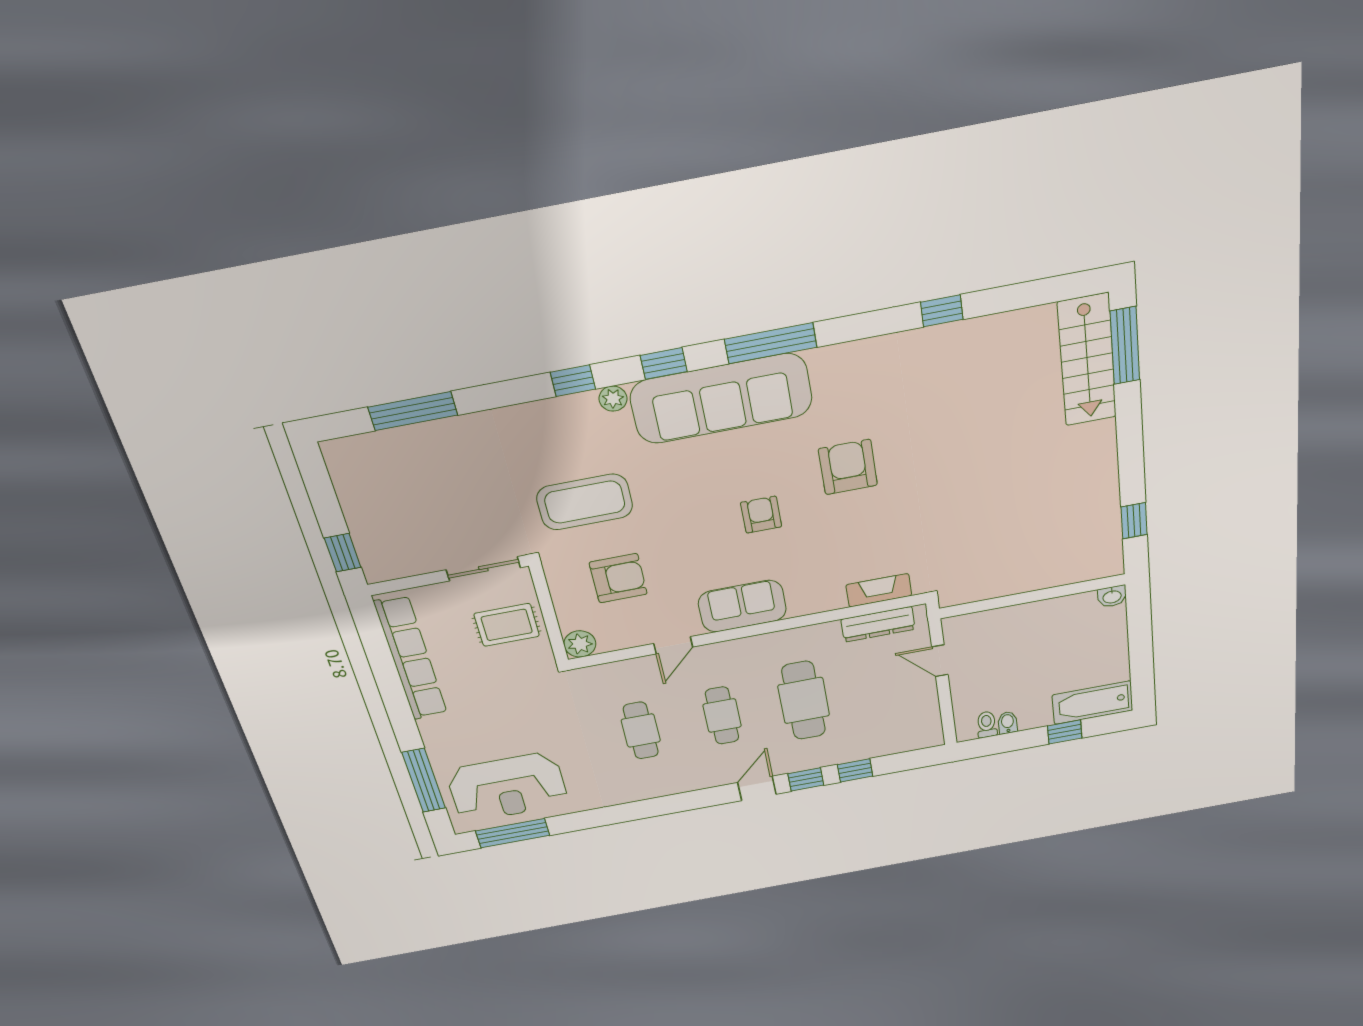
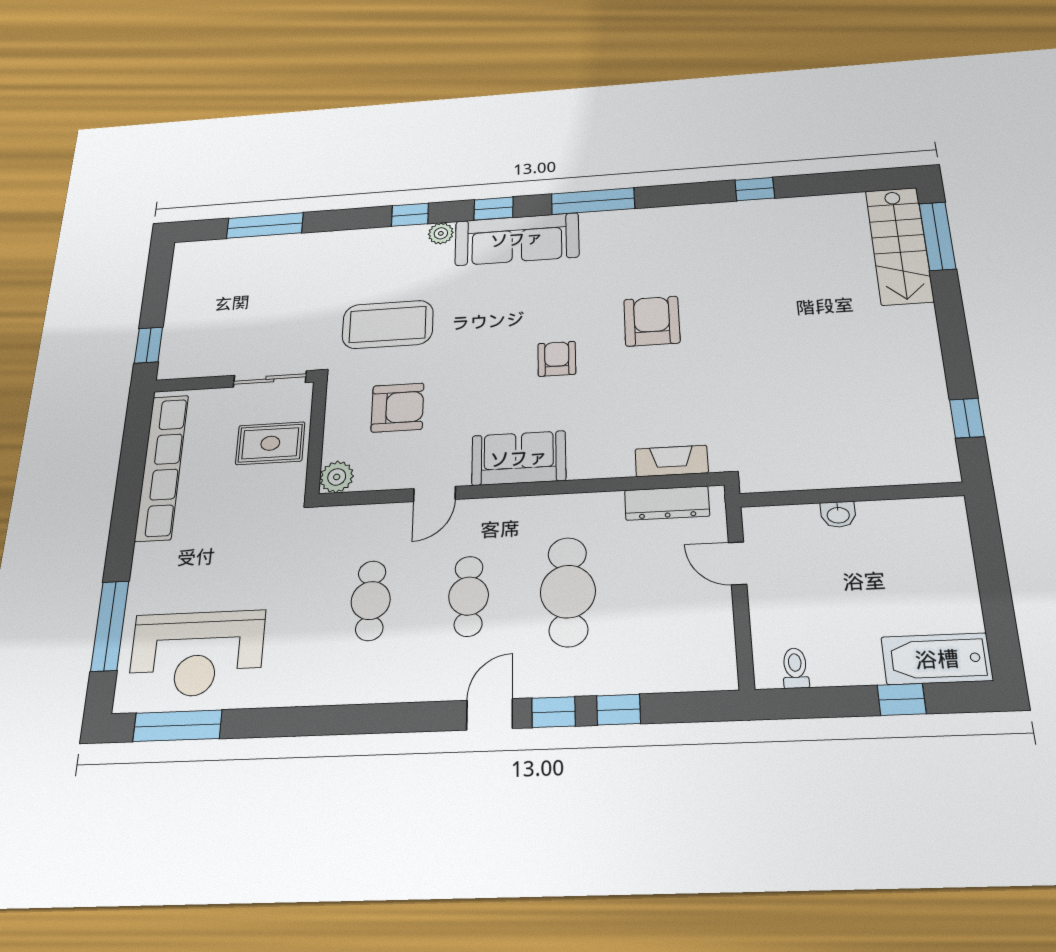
sofa: (721, 399) -> (517, 239), width x0.74, depth x0.79
washbasin: (1112, 596) -> (838, 514), moved
bidet: (1008, 723) -> (823, 670), removed

